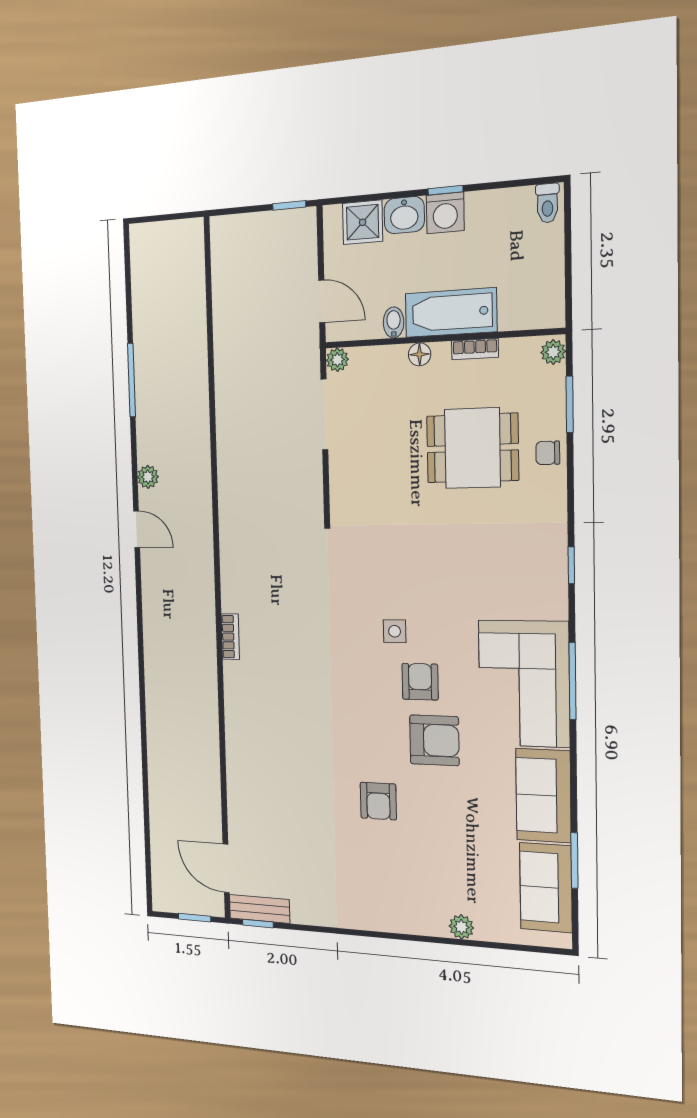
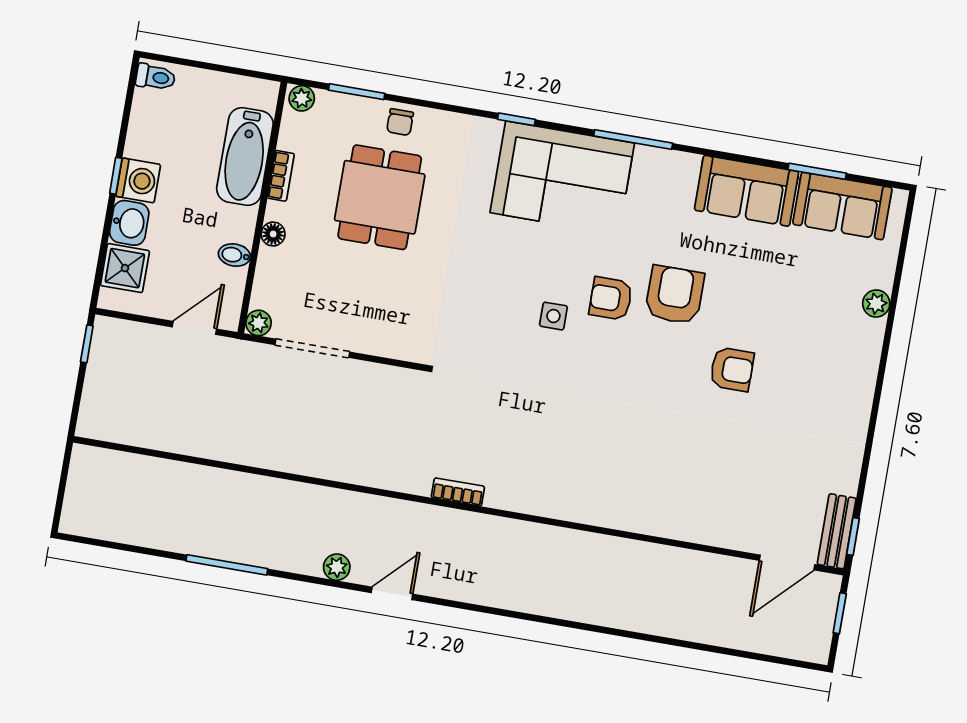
bathtub: (451, 312) -> (245, 157), moved
bookcase: (230, 637) -> (458, 492), moved
corner sofa: (524, 684) -> (562, 178), moved

